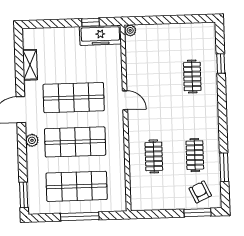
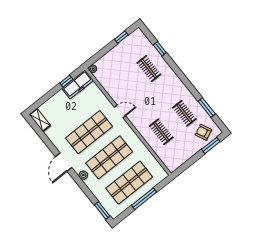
window: (188, 19) -> (121, 37), added
shelving: (30, 65) -> (40, 120), moved

